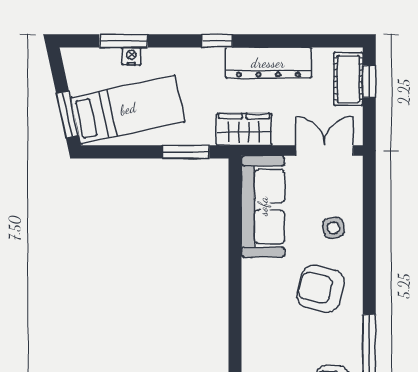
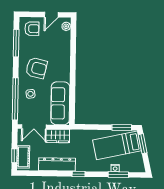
wardrobe: (244, 129) -> (58, 136), moved
window: (186, 152) -> (122, 128), moved
window: (369, 215) -> (15, 99), added

